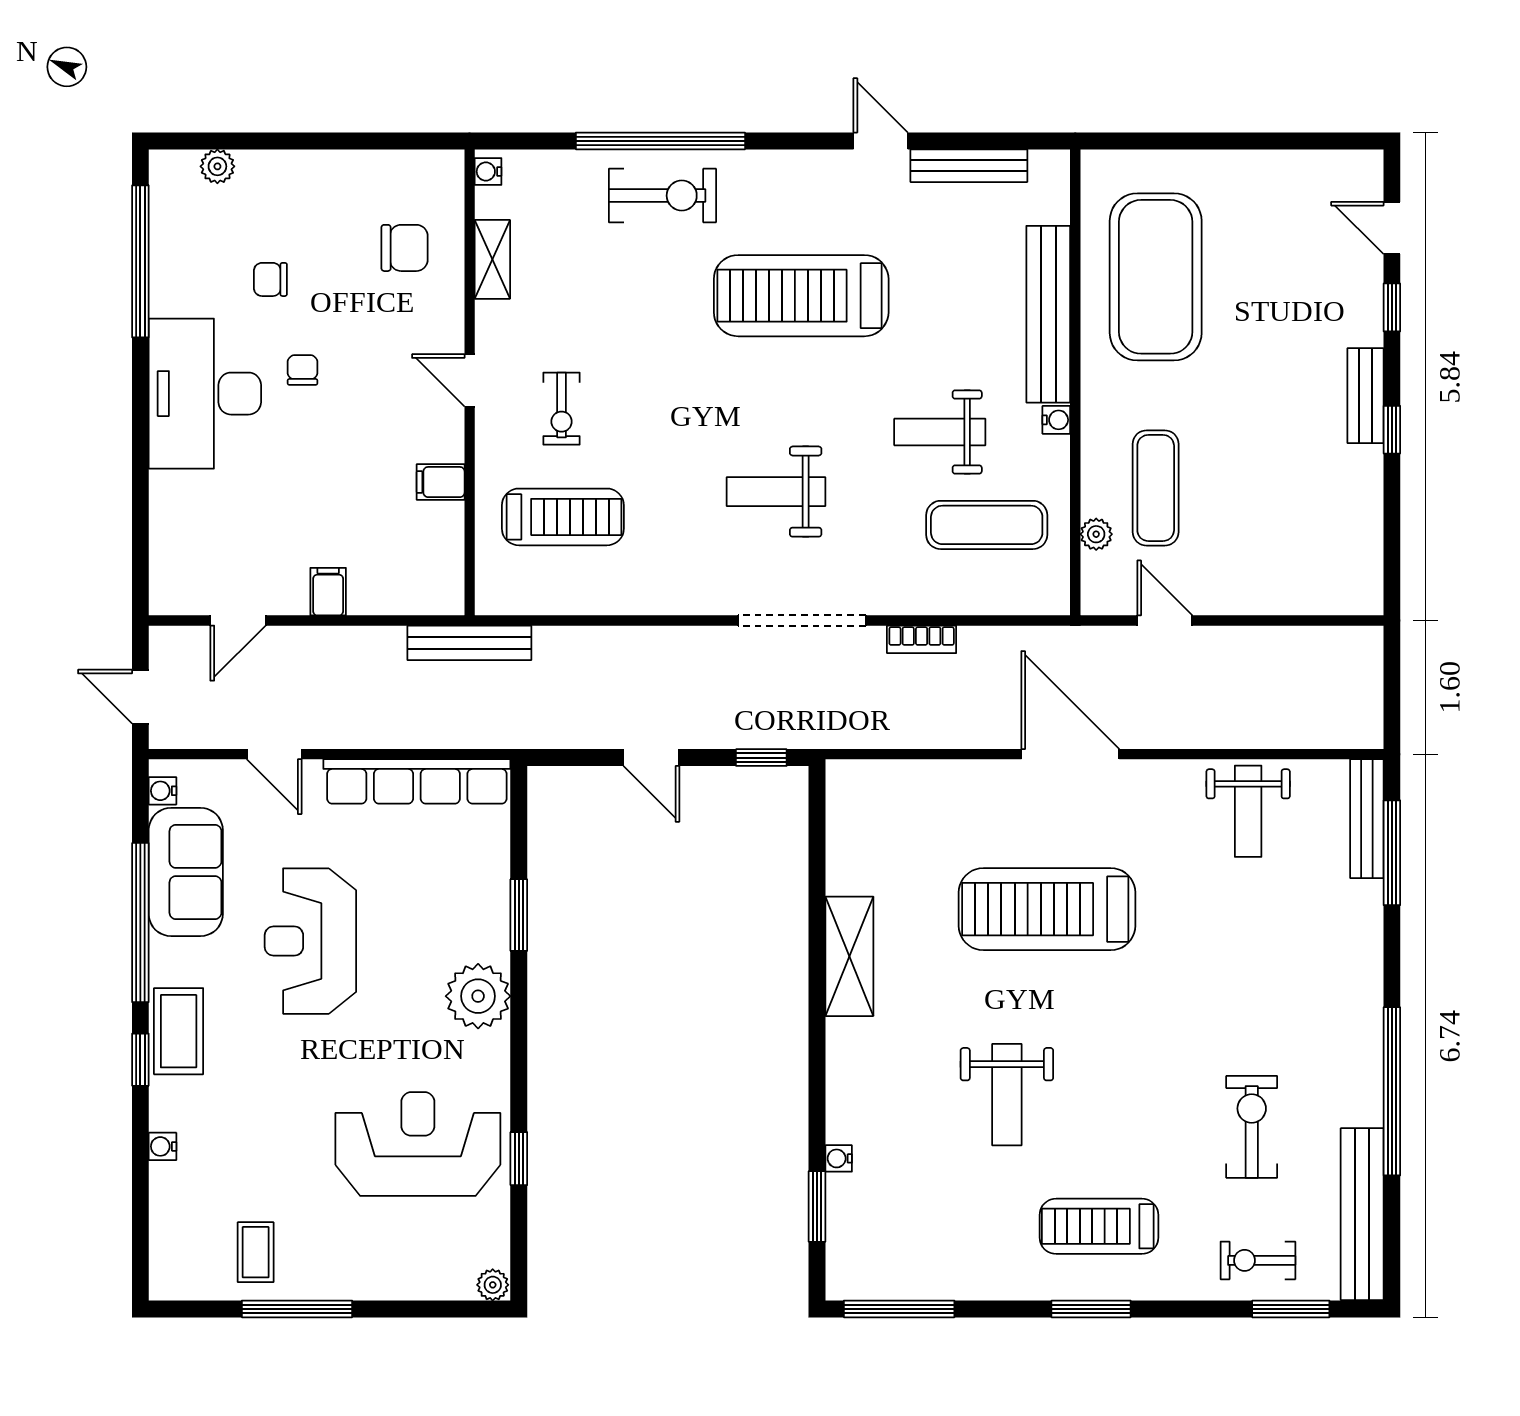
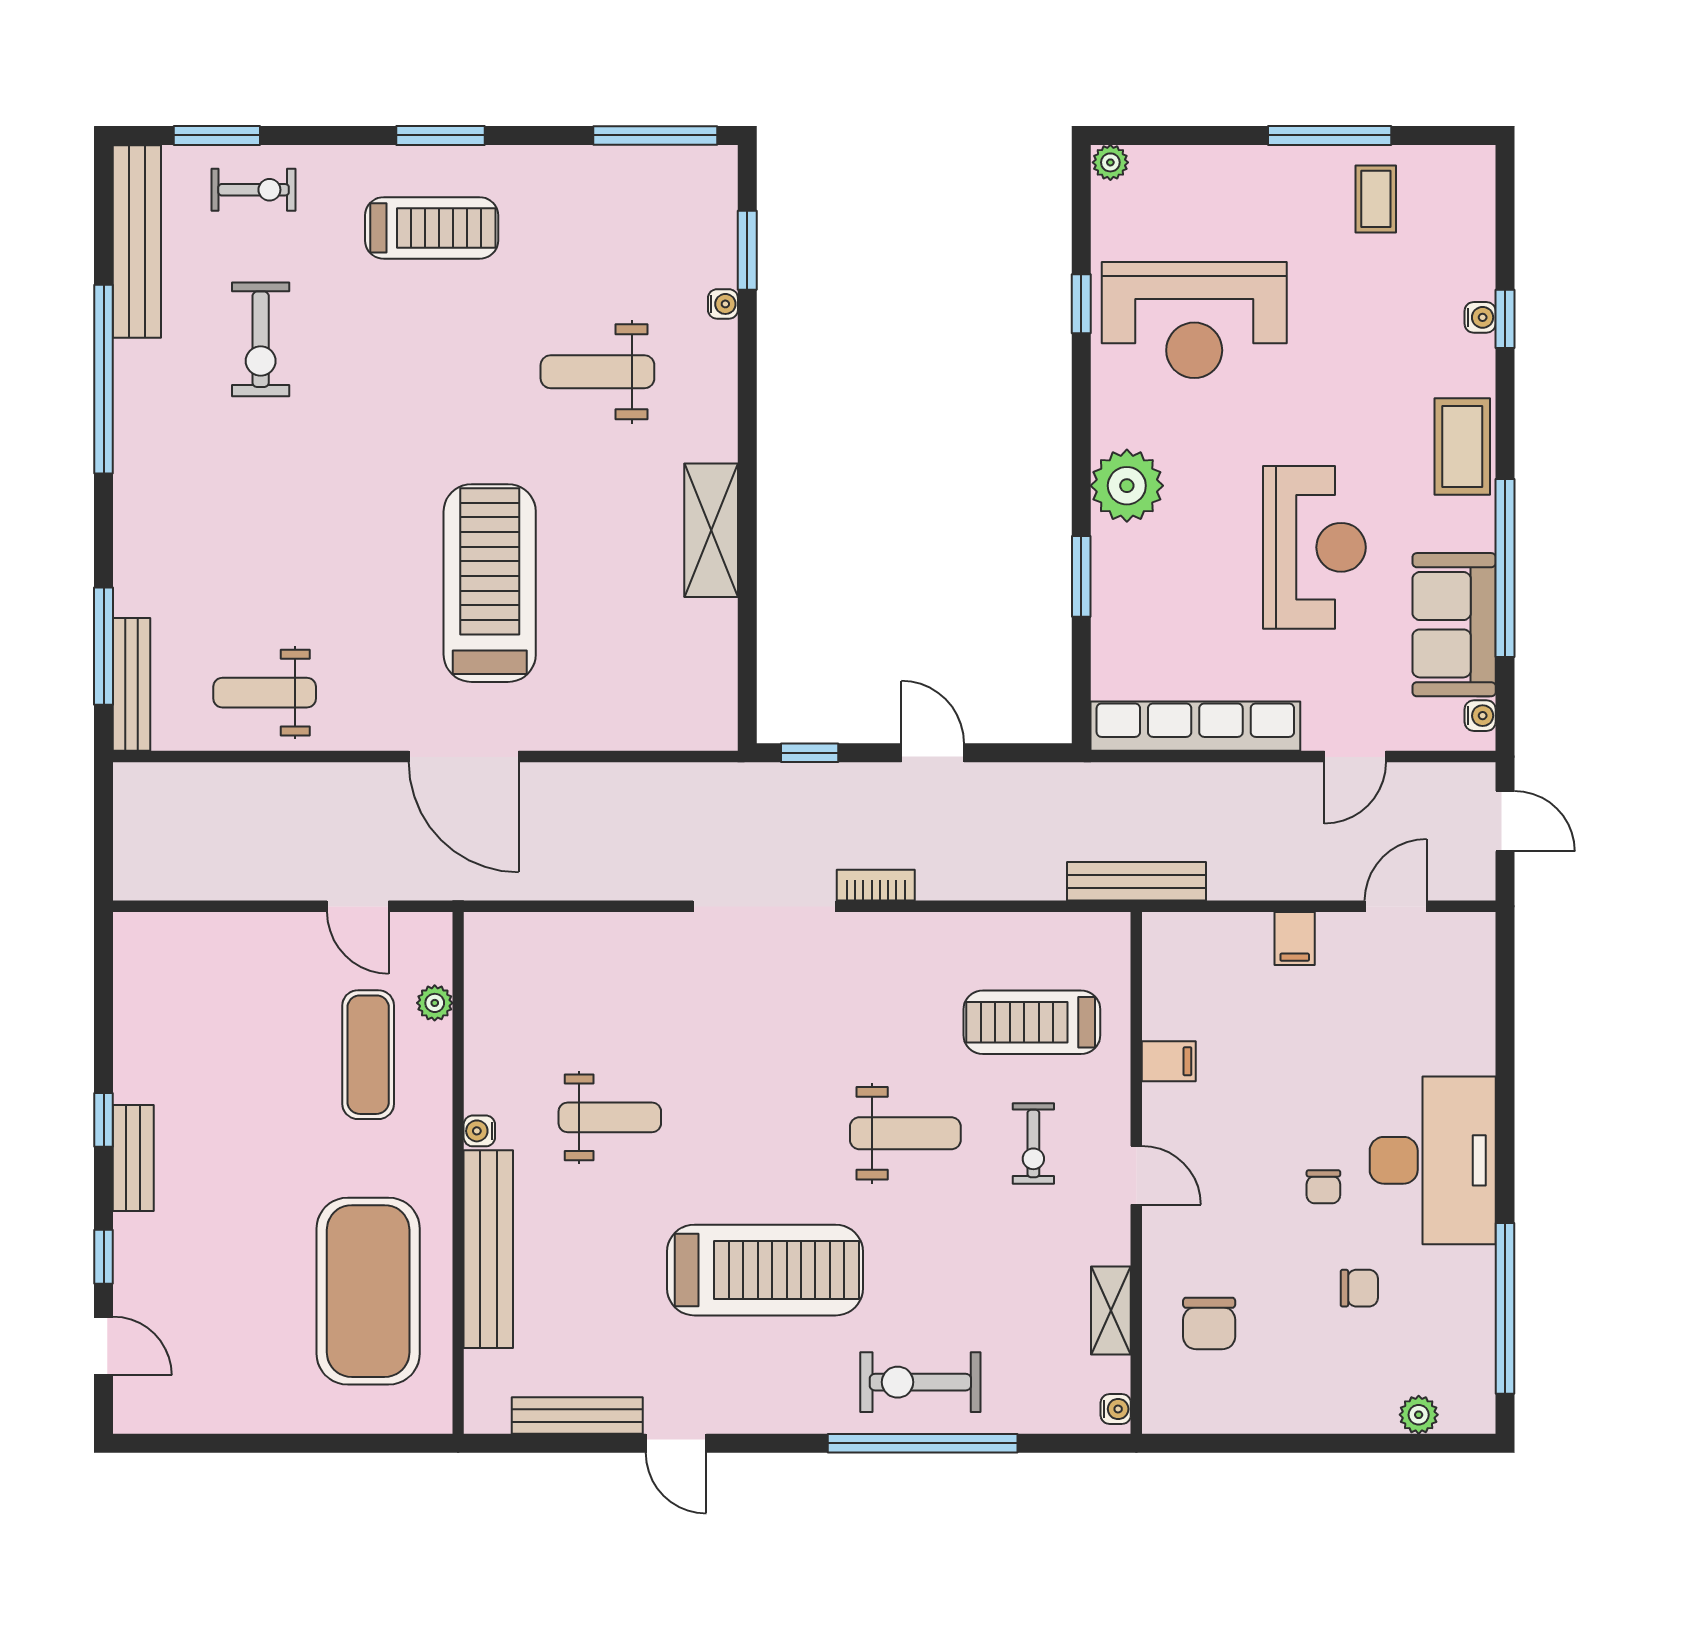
chair: (405, 248) -> (1209, 1323), turned -90
exercise bike: (562, 409) -> (1033, 1143), turned 180
weight bench: (776, 492) -> (905, 1133), moved
exercise mat: (987, 525) -> (557, 1013), removed
bookcase: (922, 639) -> (876, 885), moved
door: (274, 754) -> (1355, 757), swing flipped
weight bench: (1248, 811) -> (265, 693), turned -90
treadmill: (1047, 909) -> (490, 583), turned -90
window: (140, 1060) -> (1505, 319), moved
weight bench: (1007, 1095) -> (597, 372), moved, turned -90

